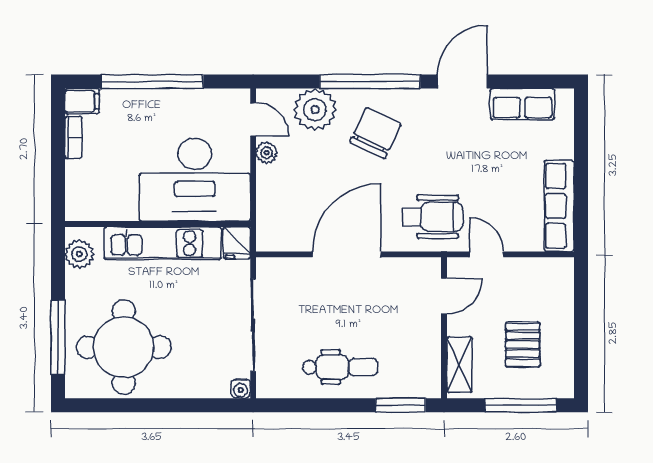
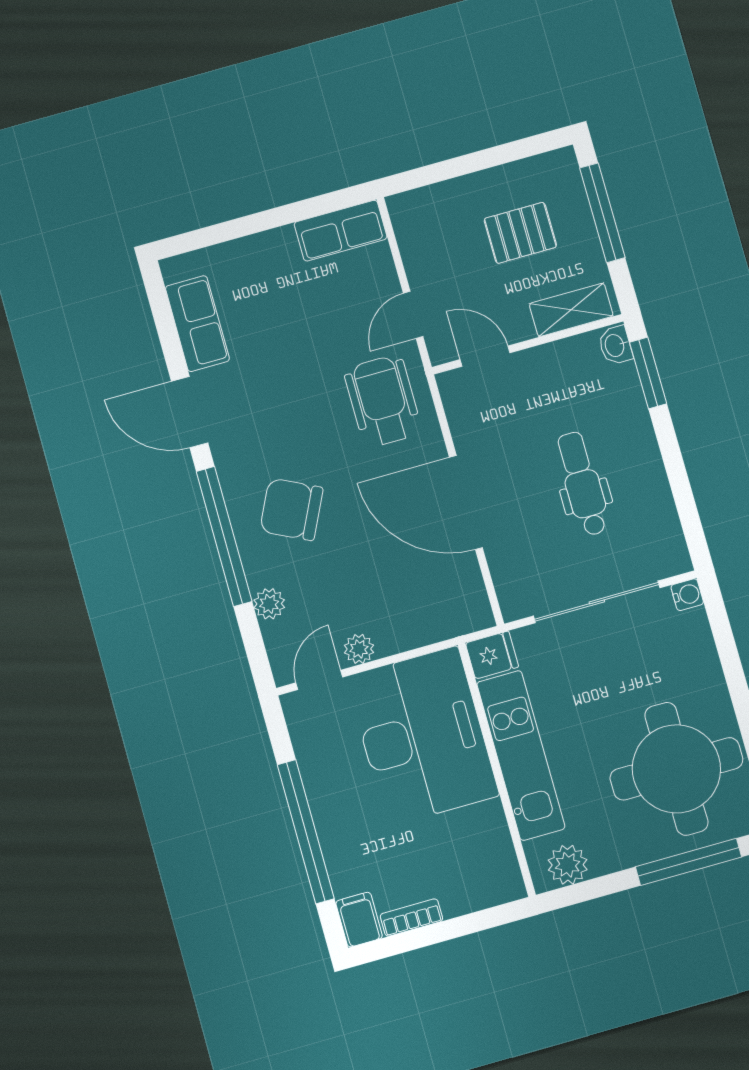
plant: (315, 110) -> (269, 604), width x0.53, depth x0.53
row of seats: (559, 206) -> (341, 231), width x0.68
dental chair: (340, 367) -> (582, 484), moved
washbasin: (426, 388) -> (615, 345), added

